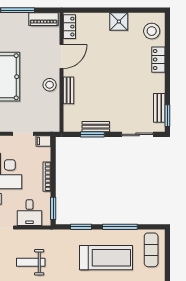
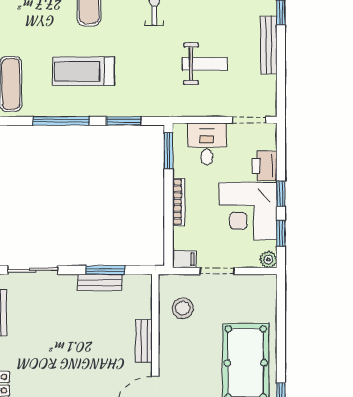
stool: (50, 85) -> (183, 308), moved
treadmill: (106, 258) -> (83, 71), width x0.73, depth x0.73

